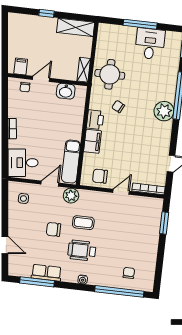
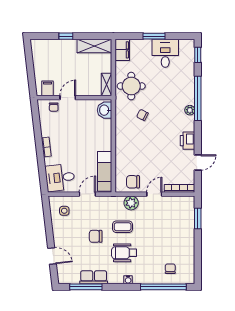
window: (140, 24) -> (154, 36), width x0.69
washbasin: (66, 91) -> (105, 110), moved, turned 90
plant: (164, 111) -> (190, 110), width x0.53, depth x0.53
printer: (95, 120) -> (188, 141), moved, turned 180
filing cabinet: (92, 141) -> (122, 50), moved
plant: (71, 196) -> (131, 203), moved

